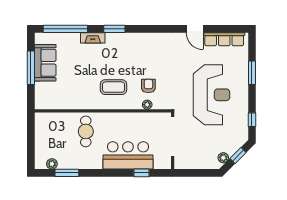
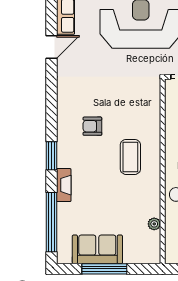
armchair: (148, 86) -> (92, 126), moved
plant: (147, 105) -> (154, 224), moved

